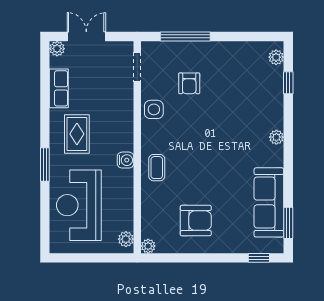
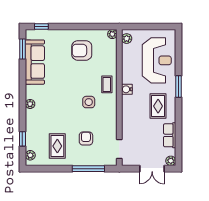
rug: (234, 72) -> (57, 146), added
side table: (154, 109) -> (89, 102), moved

